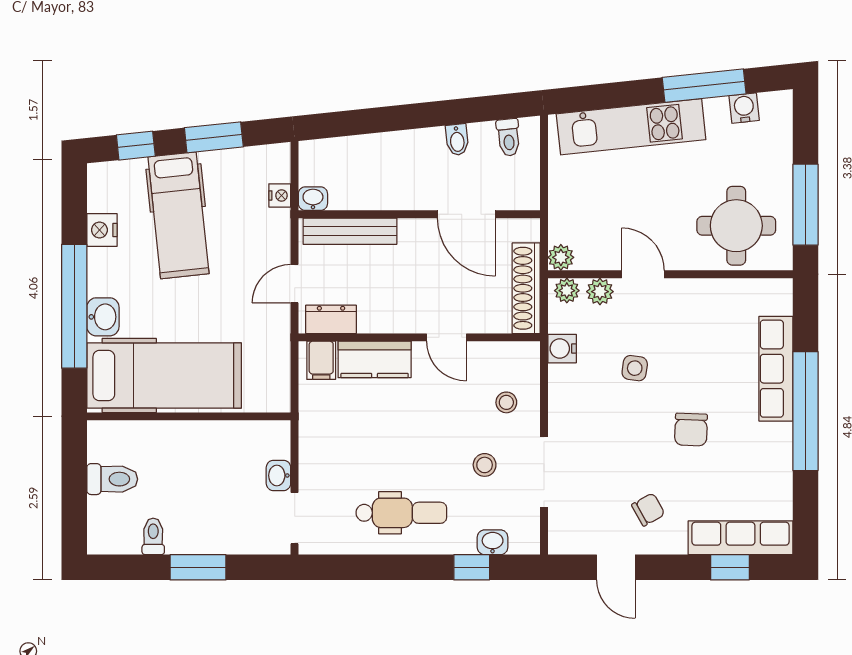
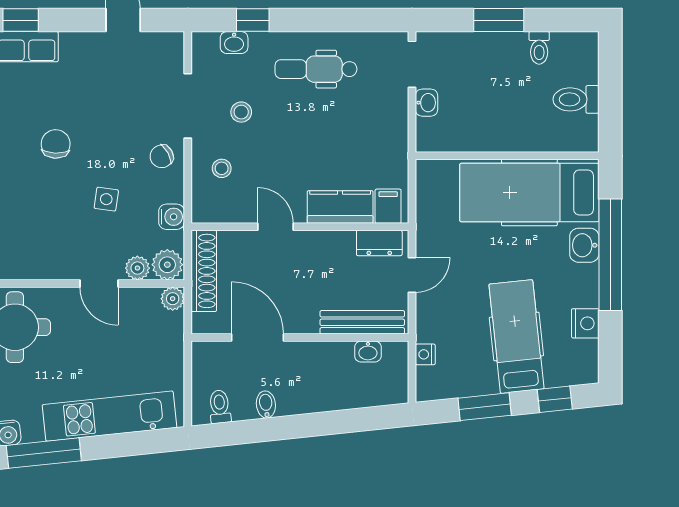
washbasin: (313, 199) -> (368, 352), moved
plant: (567, 291) -> (167, 265), width x1.38, depth x1.38
chair: (648, 510) -> (162, 156), moved

